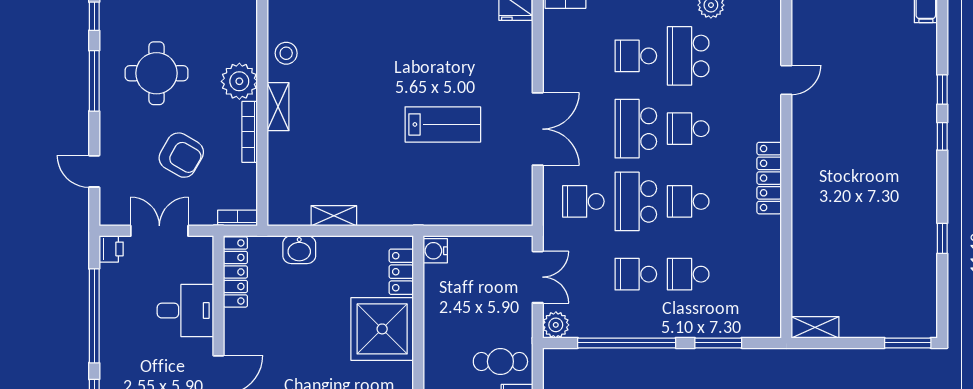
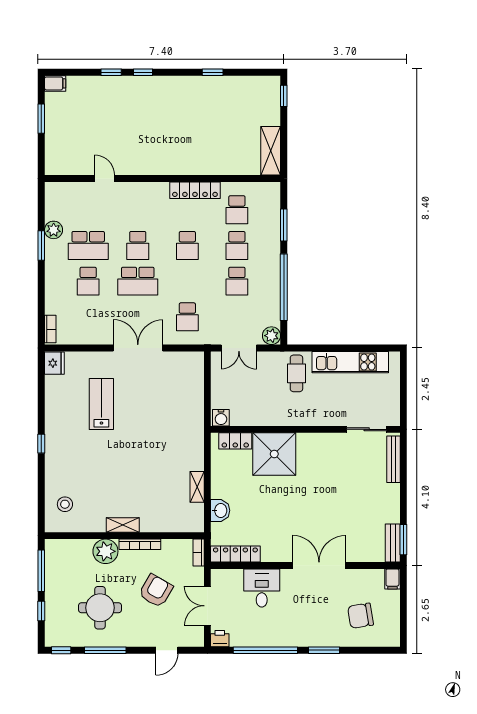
stool: (286, 53) -> (65, 504), moved
lab bench: (443, 124) -> (101, 404), moved
locker: (769, 178) -> (195, 190), moved
school desk: (636, 201) -> (237, 210), moved, width x0.54
double door: (538, 277) -> (239, 348), swing flipped
shelving: (815, 327) -> (271, 151), width x1.50, depth x1.33
window: (908, 343) -> (284, 96), width x0.67

